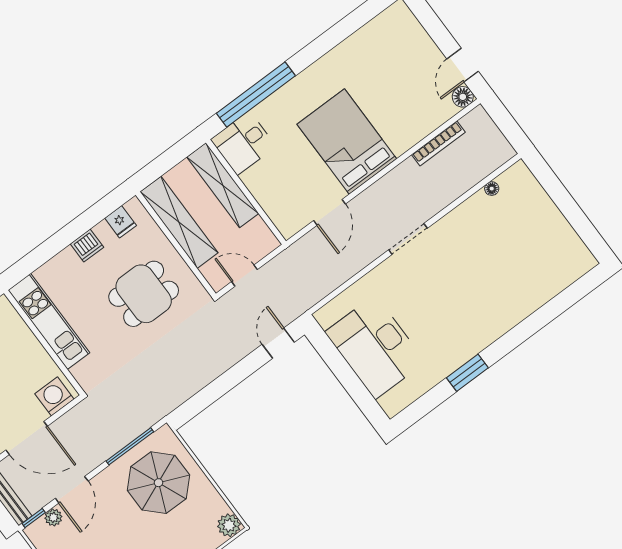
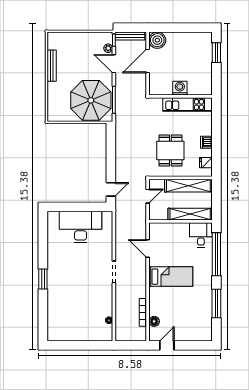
window: (336, 35) -> (216, 304), added
door: (463, 65) -> (167, 345), hinge flipped
floor lamp: (463, 97) -> (154, 321), moved
bed: (347, 141) -> (171, 277), width x0.67
door: (278, 343) -> (111, 189), hinge flipped
window: (467, 373) -> (43, 279), moved
washing machine: (54, 396) -> (180, 88), moved, turned -90
parasol: (158, 483) -> (91, 100), width x1.36, depth x1.36
plant: (229, 525) -> (53, 116), removed

